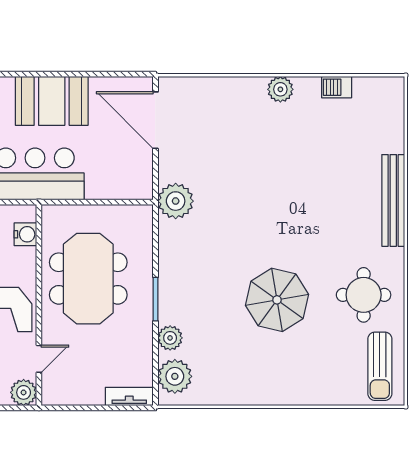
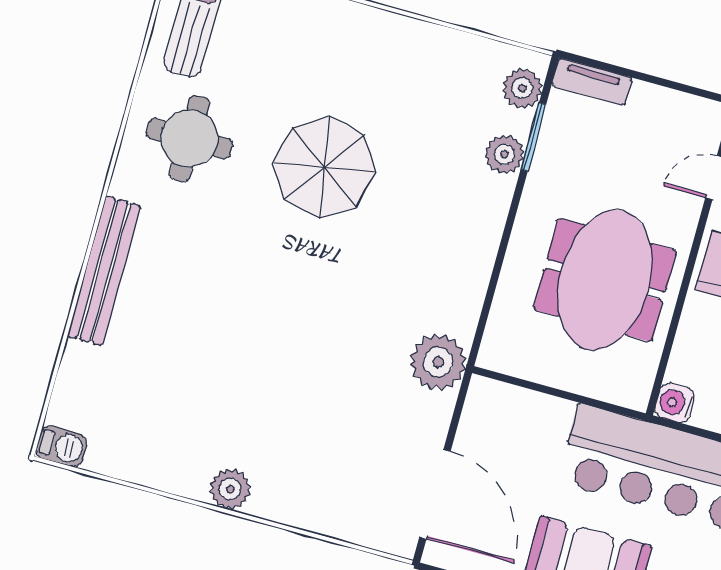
barbecue: (337, 87) -> (62, 446), moved
water cooler: (25, 234) -> (675, 403), moved
window: (155, 299) -> (533, 137), moved
plant: (175, 376) -> (522, 88), width x0.73, depth x0.73

